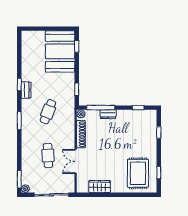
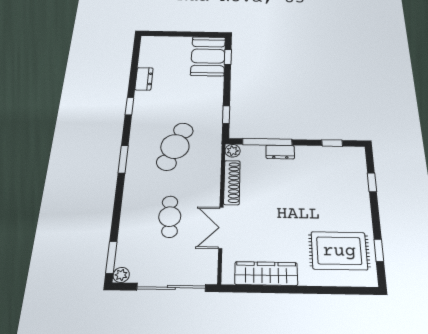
booth: (60, 51) -> (208, 56), width x0.73, depth x0.70
dresser: (26, 90) -> (144, 79), moved
cafe table: (48, 112) -> (175, 146), width x1.37, depth x1.35
rug: (138, 173) -> (339, 251), turned 90
wardrobe: (100, 186) -> (266, 274), width x1.50

